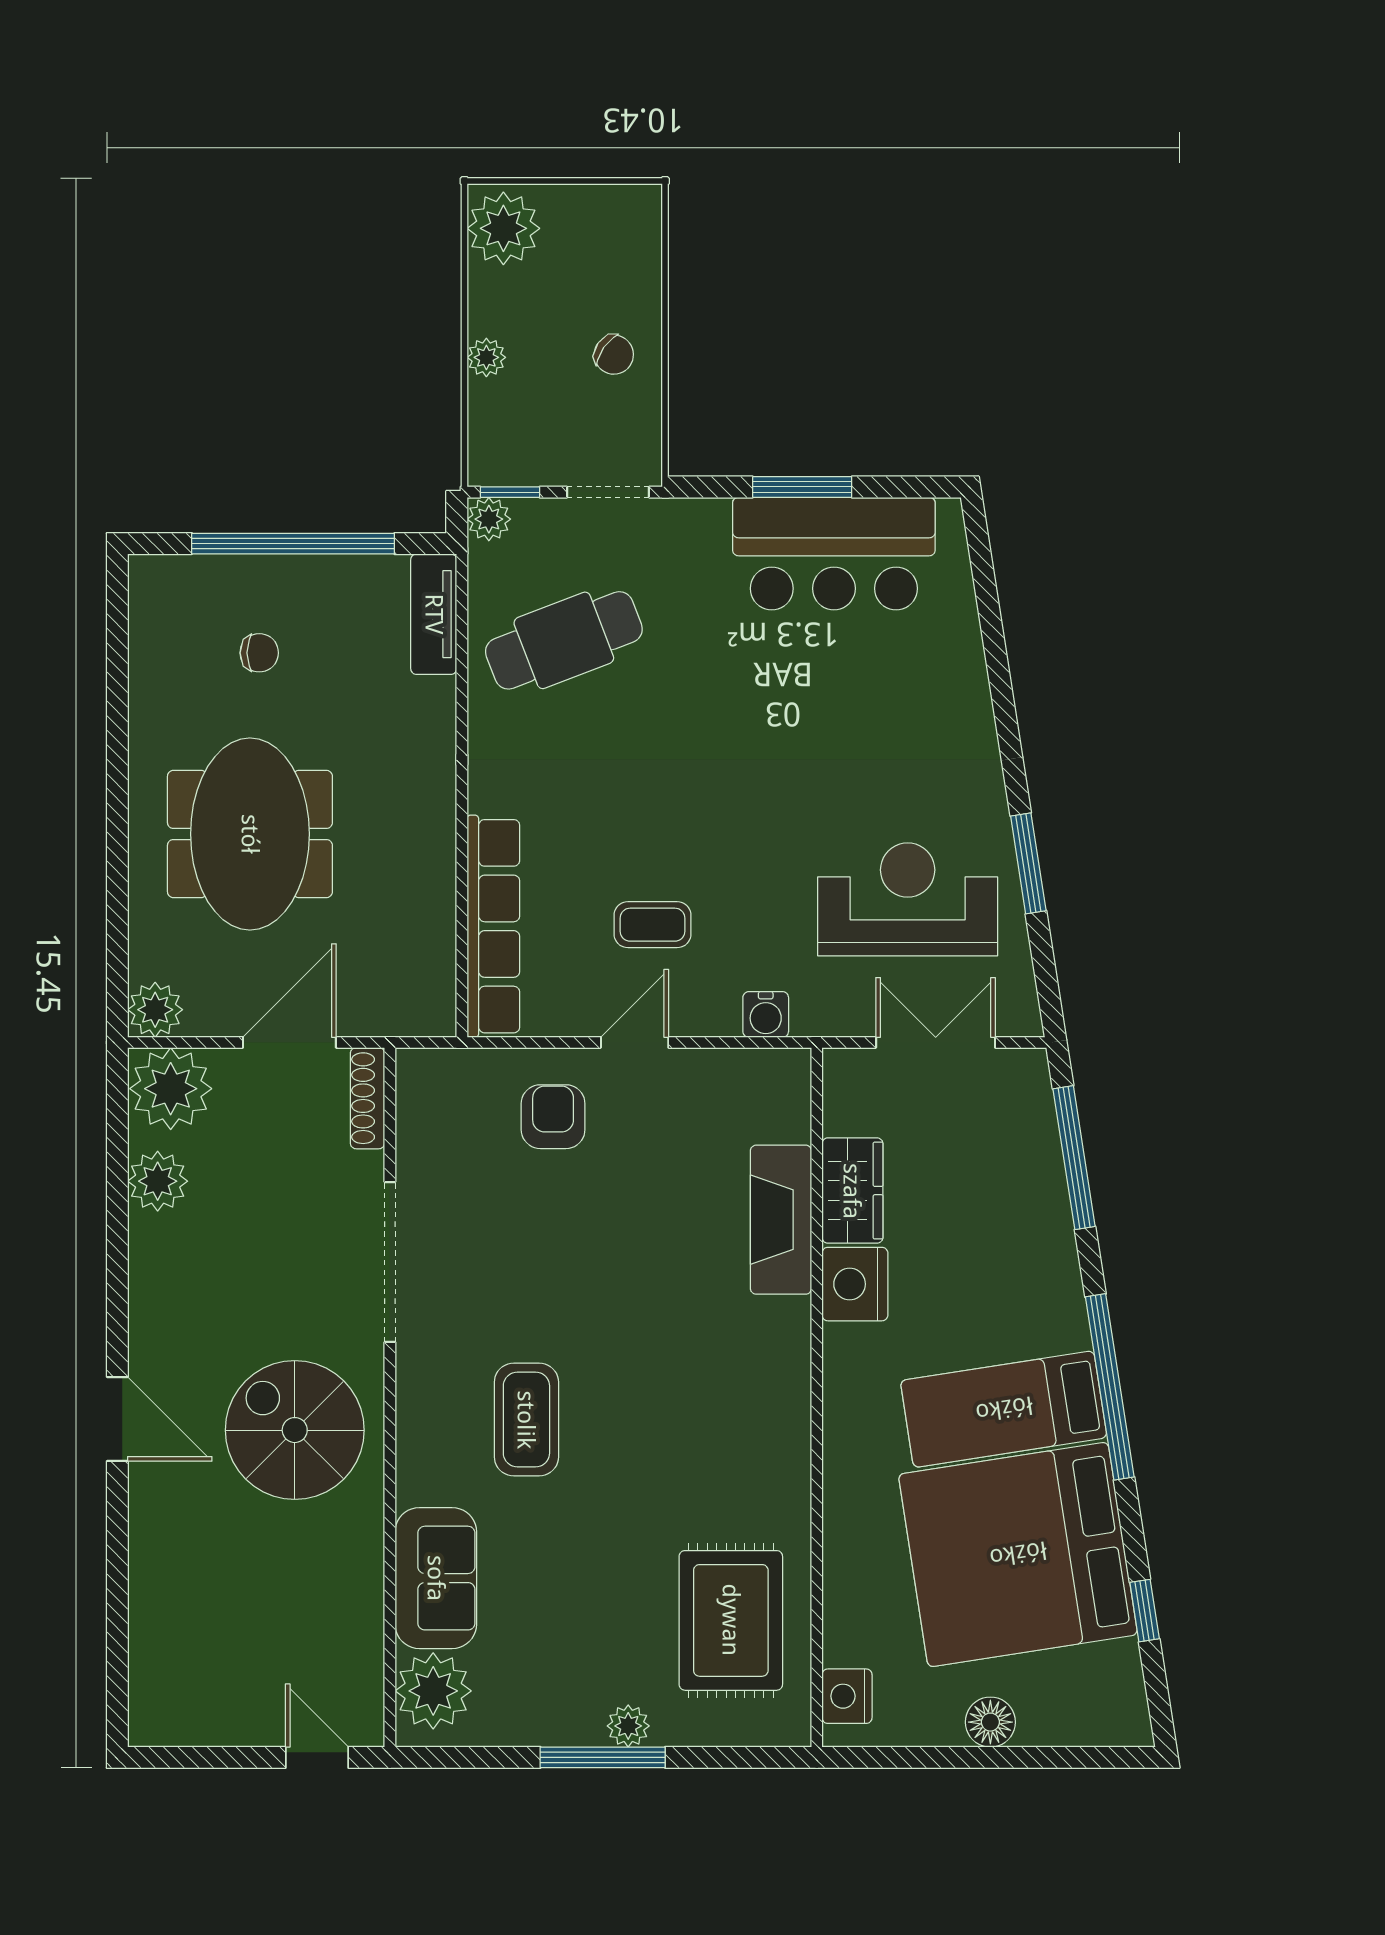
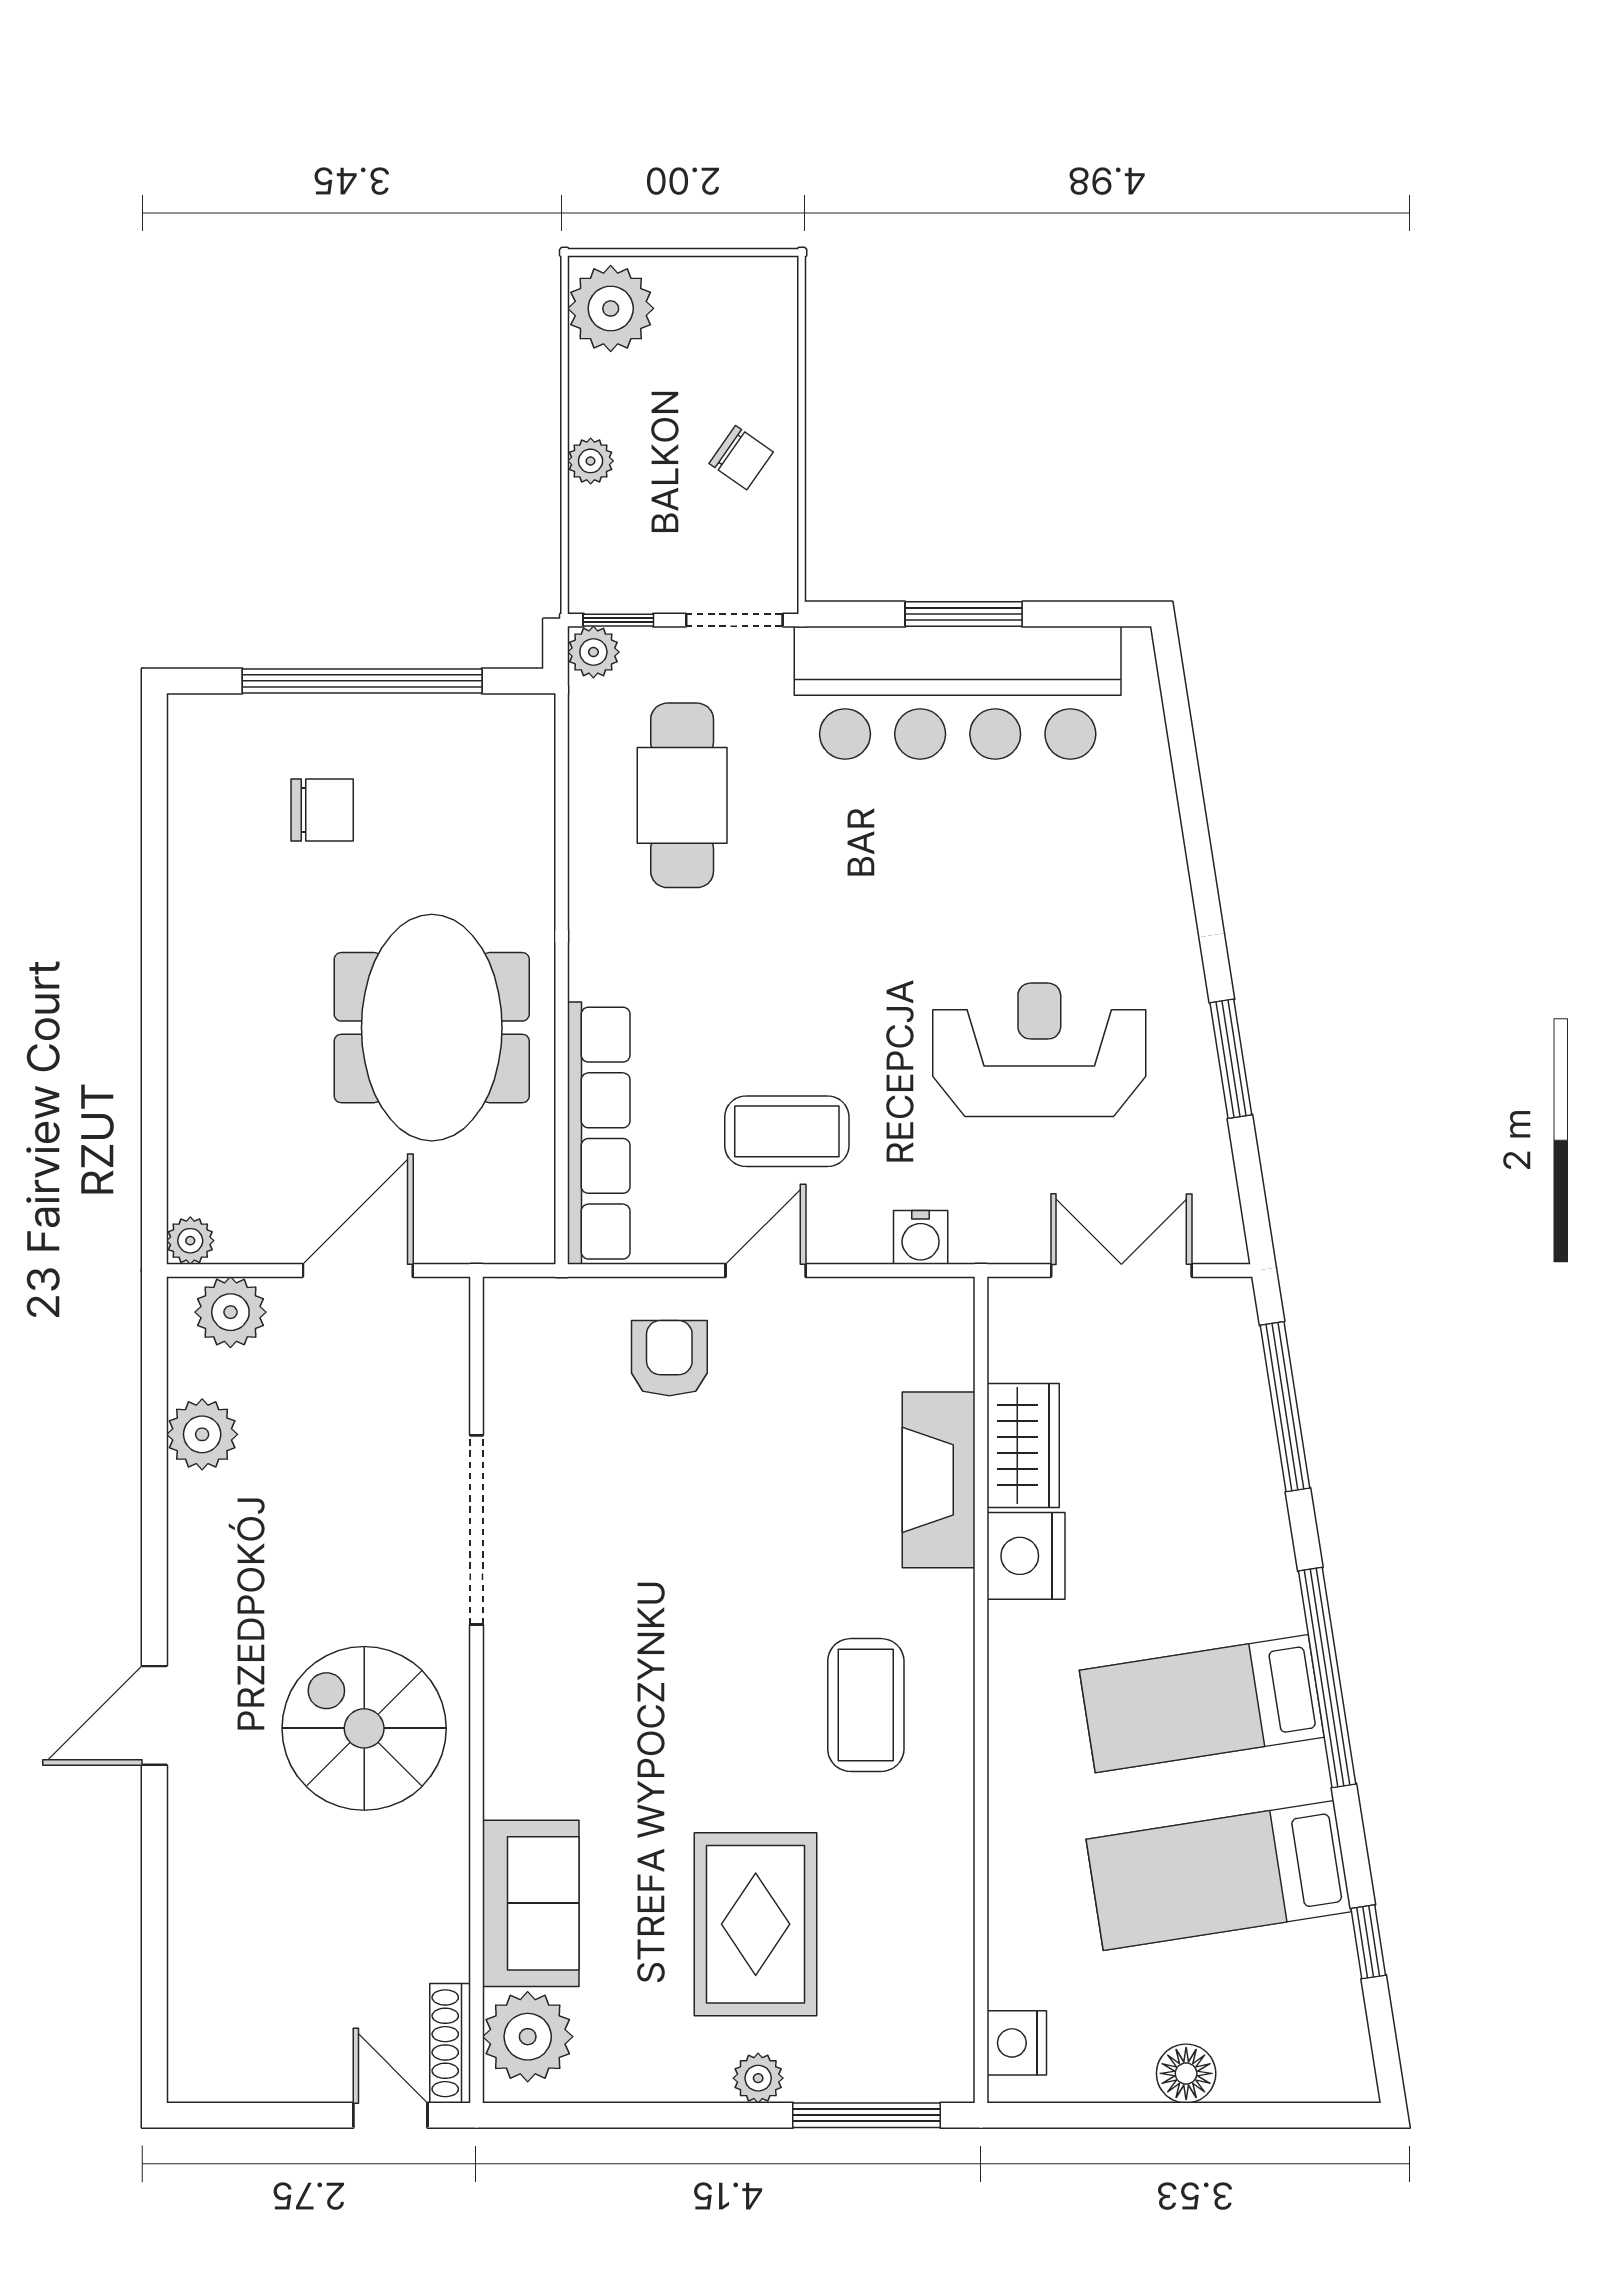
bar counter: (834, 554) -> (958, 693), width x1.36
tv unit: (434, 614) -> (528, 764), removed
cafe table: (564, 640) -> (682, 795), turned -69
chair: (259, 653) -> (322, 810), width x1.37, depth x1.37
meeting table: (250, 834) -> (432, 1028), moved
reception desk: (908, 899) -> (1039, 1050), moved
coffee table: (652, 925) -> (787, 1131), width x1.36, depth x1.30
plant: (155, 1010) -> (190, 1241), width x0.73, depth x0.73
plant: (171, 1089) -> (230, 1312), width x0.73, depth x0.73
shoe rack: (368, 1098) -> (450, 2043), moved
door: (117, 1419) -> (154, 1715), swing flipped
coffee table: (526, 1420) -> (866, 1705), moved
bed: (1018, 1554) -> (1219, 1876), width x0.49
rug: (731, 1620) -> (756, 1924), moved
window: (603, 1757) -> (867, 2115), moved

